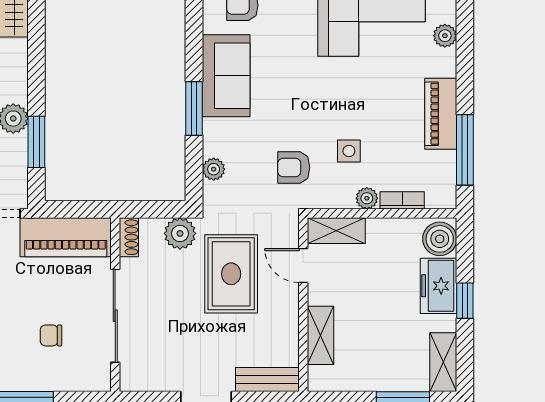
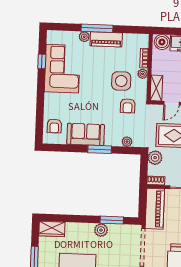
plant: (445, 36) -> (84, 37), moved
window: (465, 150) -> (97, 28), moved
side table: (349, 151) -> (121, 81), width x1.87, depth x1.87

